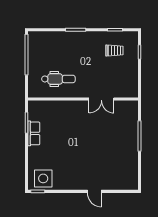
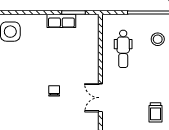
stool: (50, 49) -> (158, 39), added
chair: (96, 140) -> (54, 91), added

